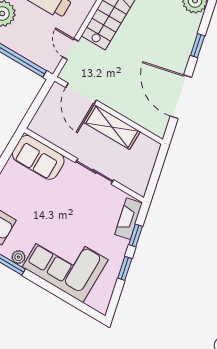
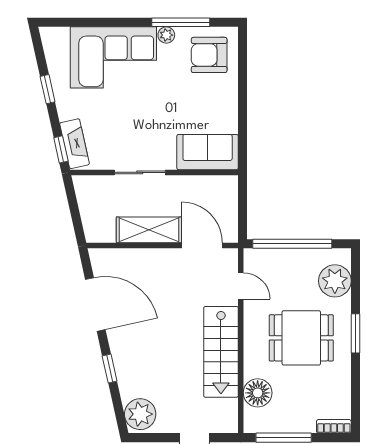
window: (136, 235) -> (61, 149), moved

